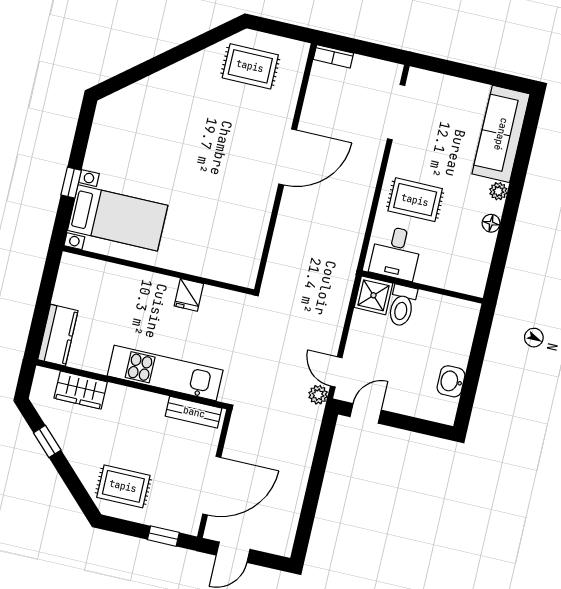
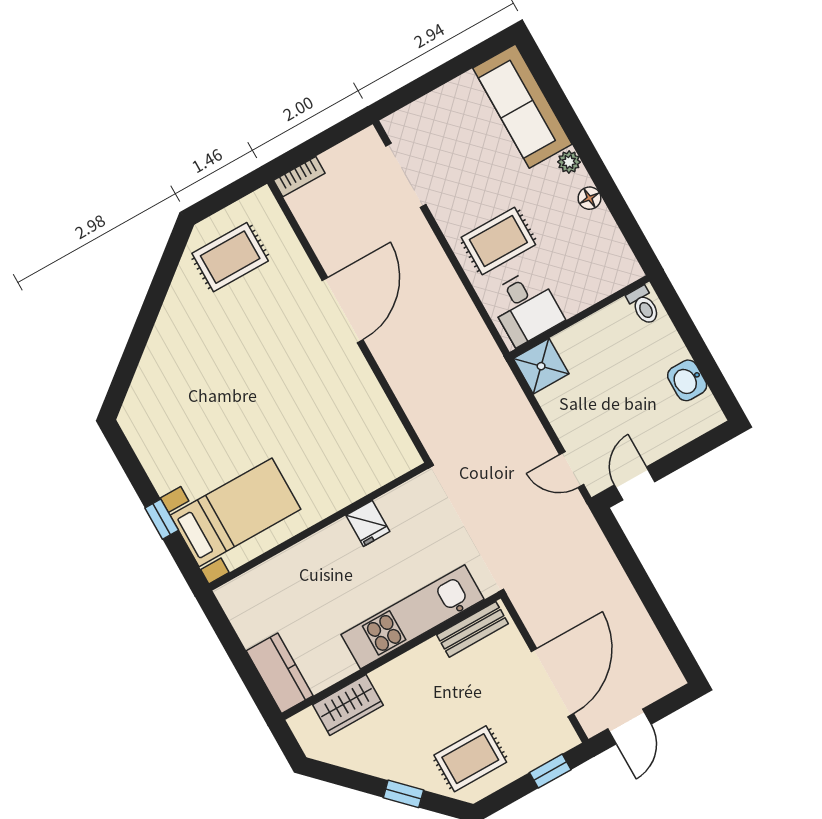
toilet: (402, 306) -> (644, 306), moved, width x0.73, depth x0.72
plant: (318, 395) -> (574, 507), removed
window: (47, 441) -> (403, 794), moved

